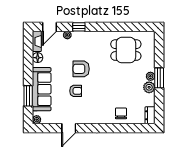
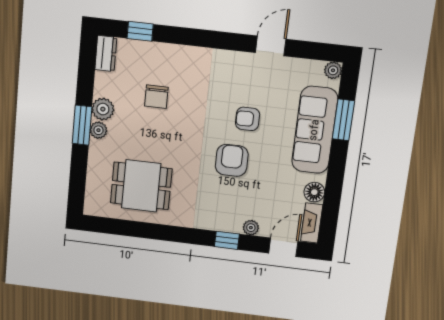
armchair: (81, 69) -> (232, 160), turned -90
chair: (121, 113) -> (156, 97), moved
window: (134, 128) -> (140, 31), added

